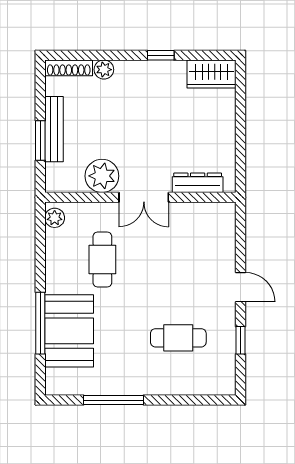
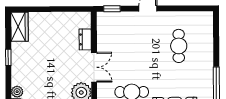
dresser: (198, 183) -> (85, 39), width x0.70
window: (241, 340) -> (112, 9), moved

